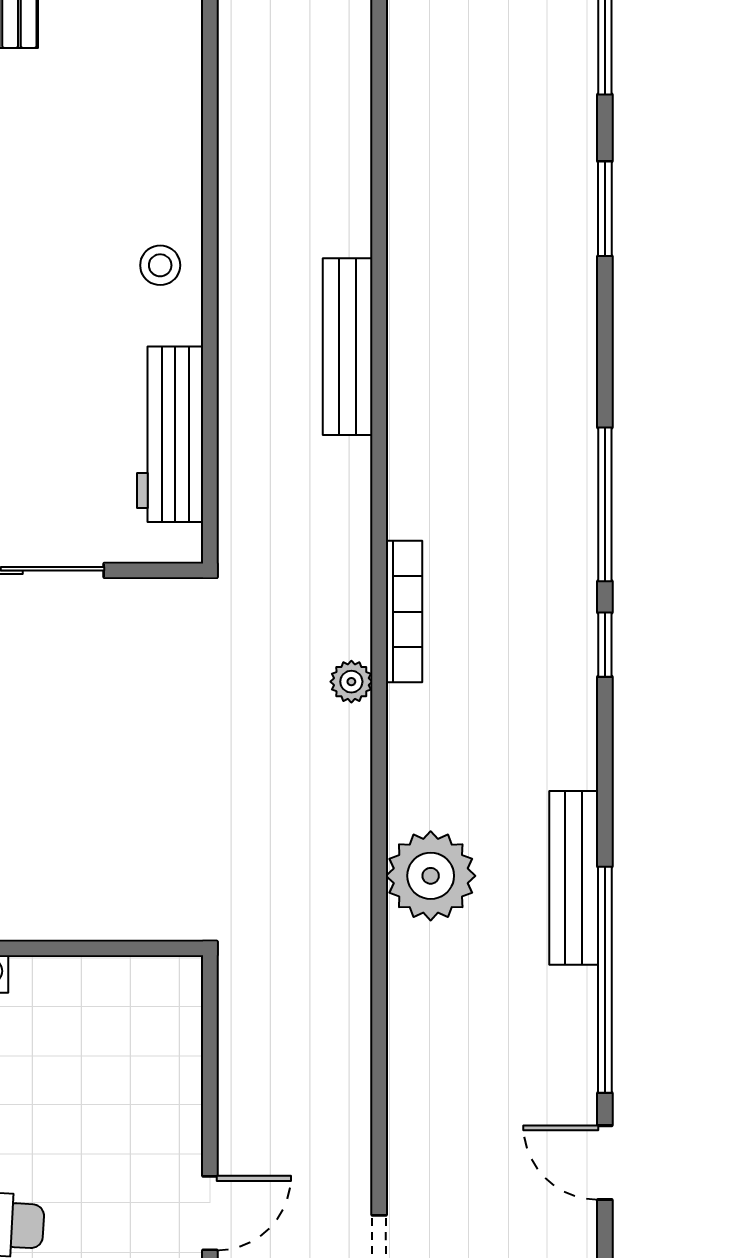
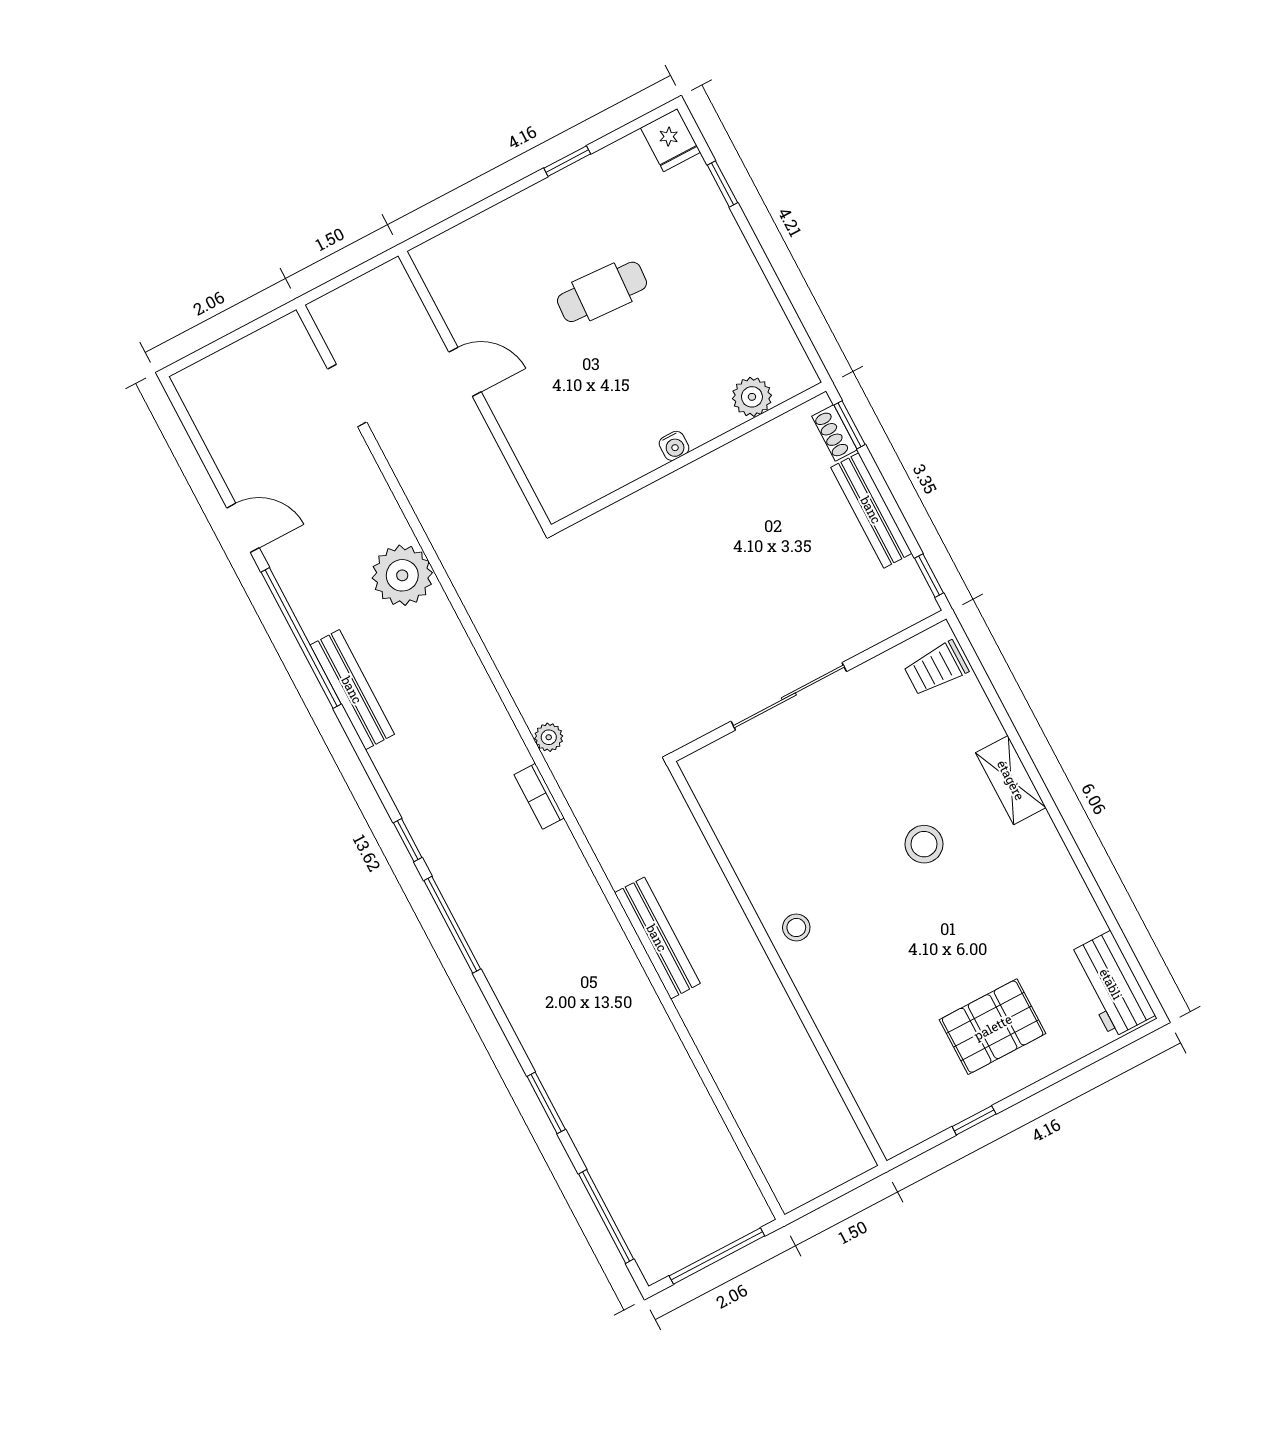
workbench: (170, 434) -> (737, 829), removed
bookcase: (404, 612) -> (539, 796), width x0.64
plant: (431, 876) -> (402, 575), moved
door: (210, 1213) -> (465, 372), swing flipped

